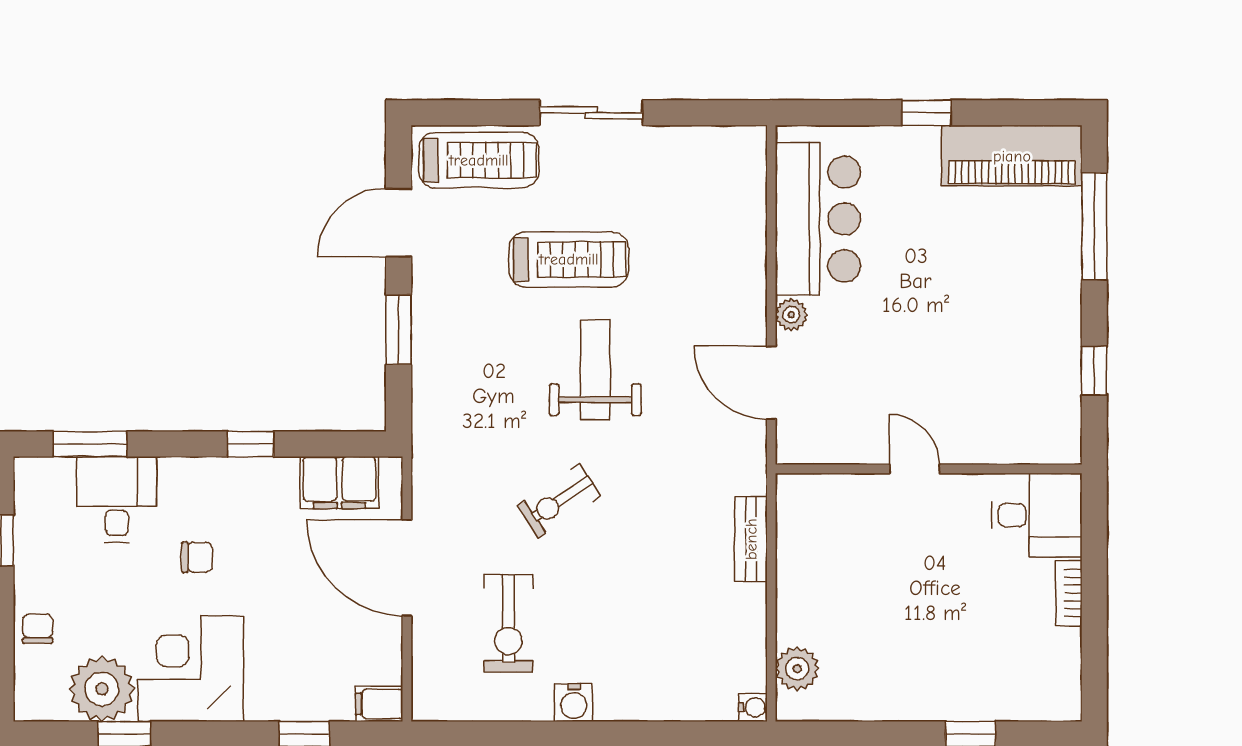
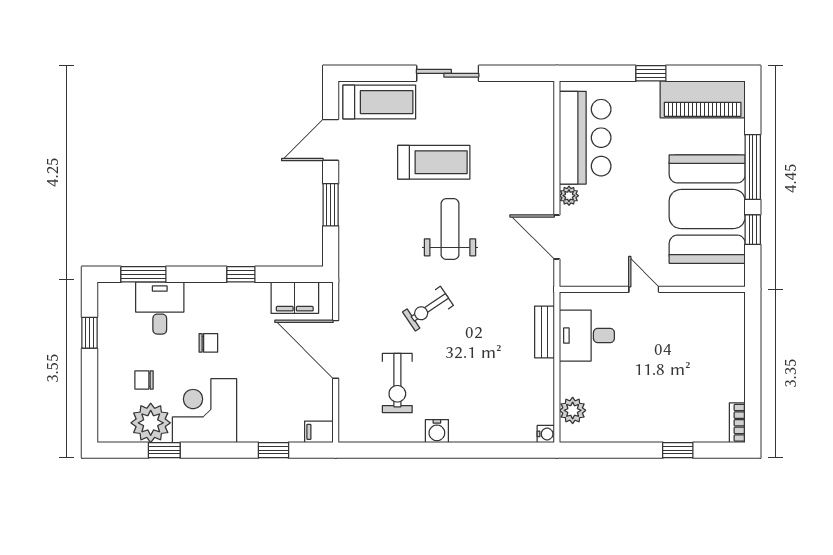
window: (1094, 226) -> (753, 167), moved
booth: (1019, 337) -> (707, 209), added
desk: (1037, 515) -> (587, 336), moved, turned 180
bookcase: (1069, 593) -> (737, 423), moved
chair: (38, 629) -> (144, 380), moved, turned -90

